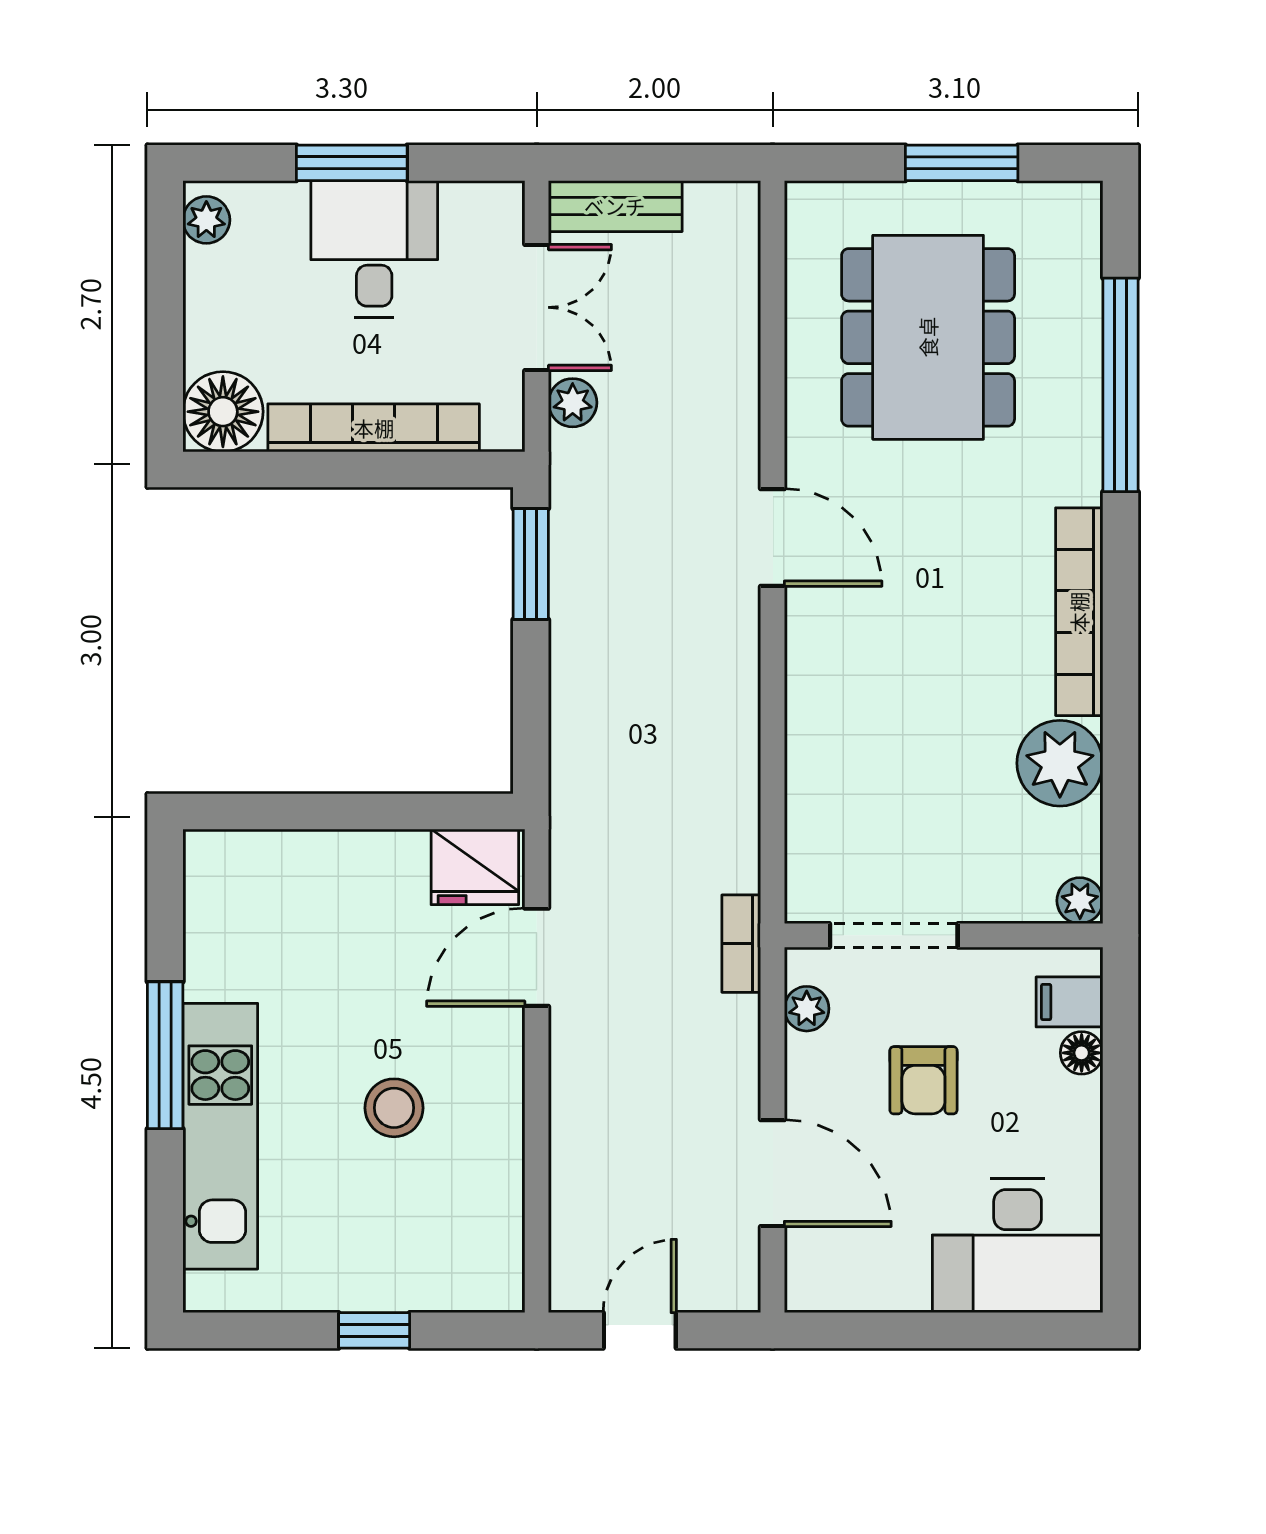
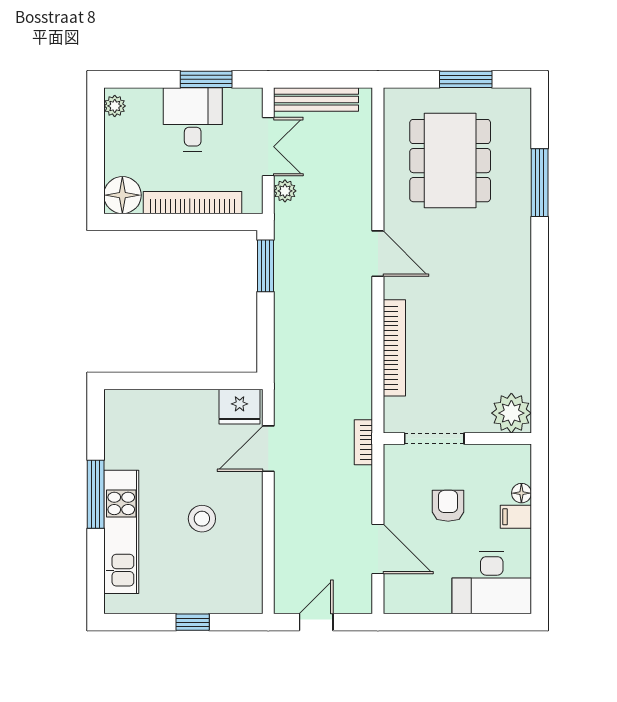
window: (352, 163) -> (206, 79), moved
bench: (615, 206) -> (316, 100), width x1.36
window: (1120, 385) -> (540, 183), width x0.68
bookcase: (1079, 612) -> (394, 348), moved, turned 180
plant: (1060, 763) -> (511, 358), removed
plant: (1080, 901) -> (511, 413), width x1.88, depth x1.88
filing cabinet: (1069, 1002) -> (516, 517), moved
plant: (807, 1009) -> (394, 473), removed
armchair: (923, 1080) -> (448, 506), turned 180

